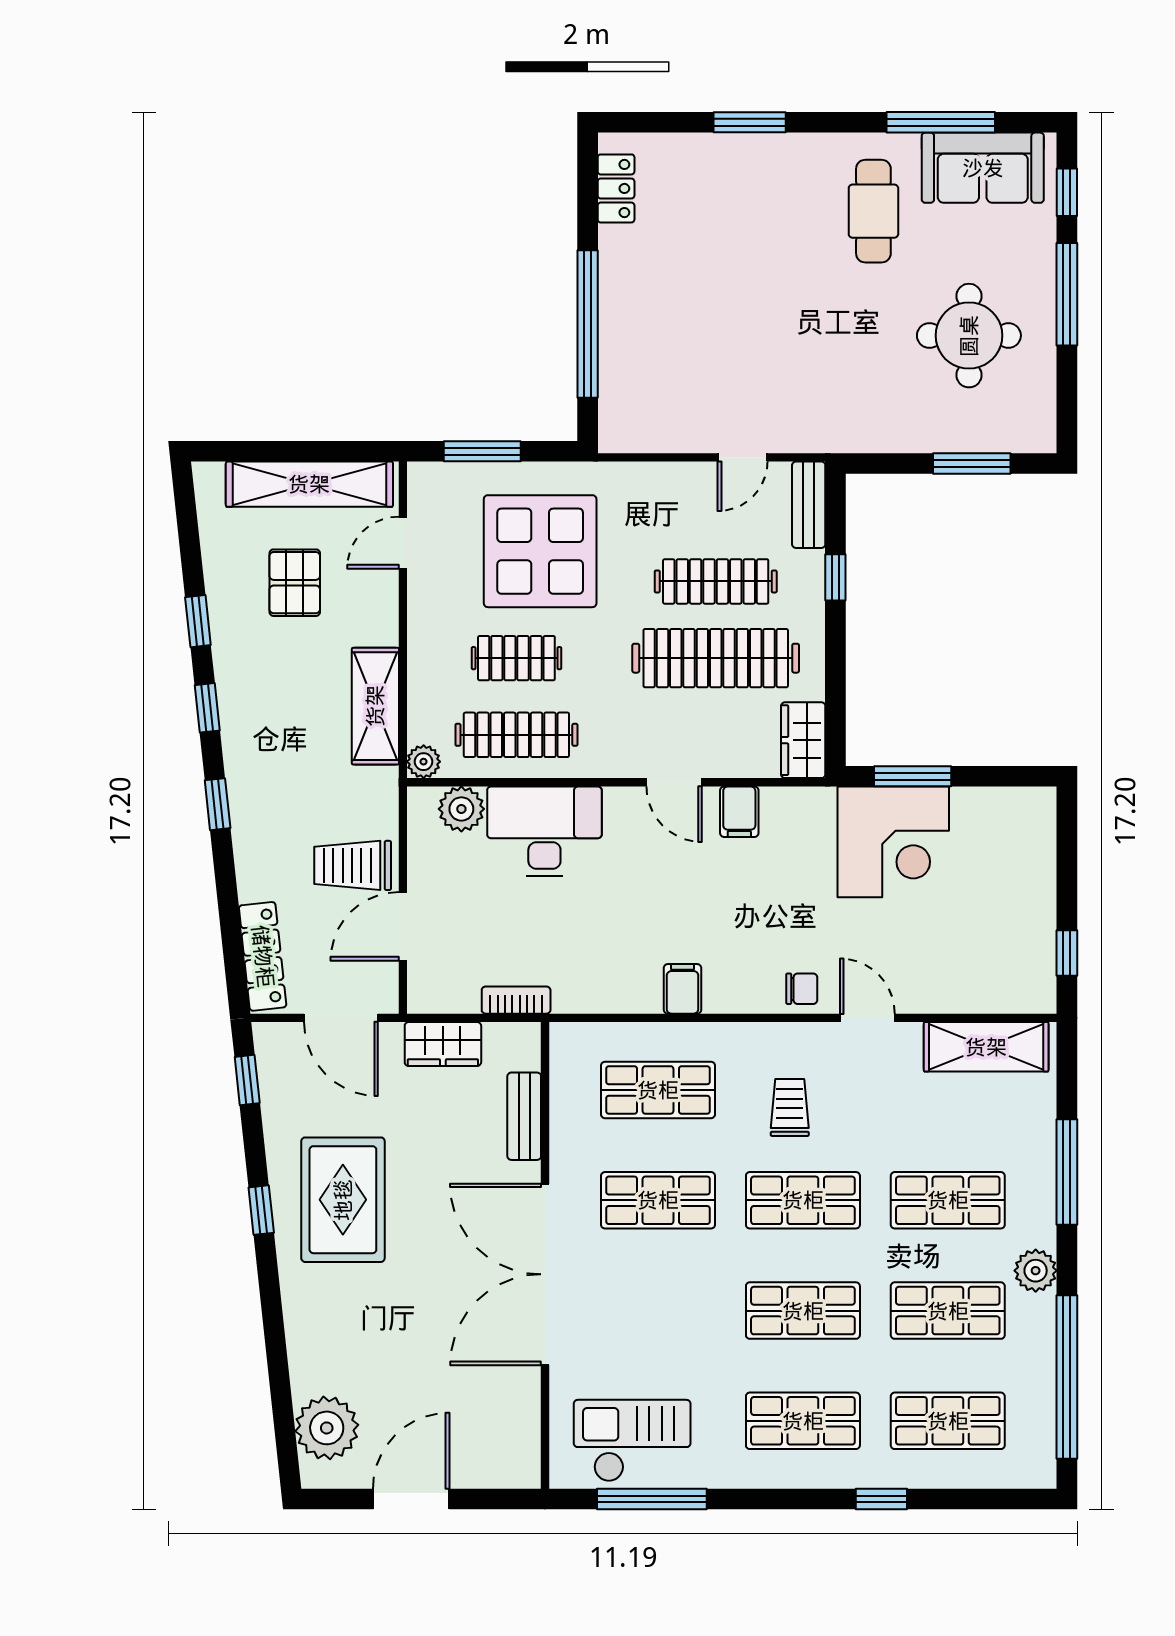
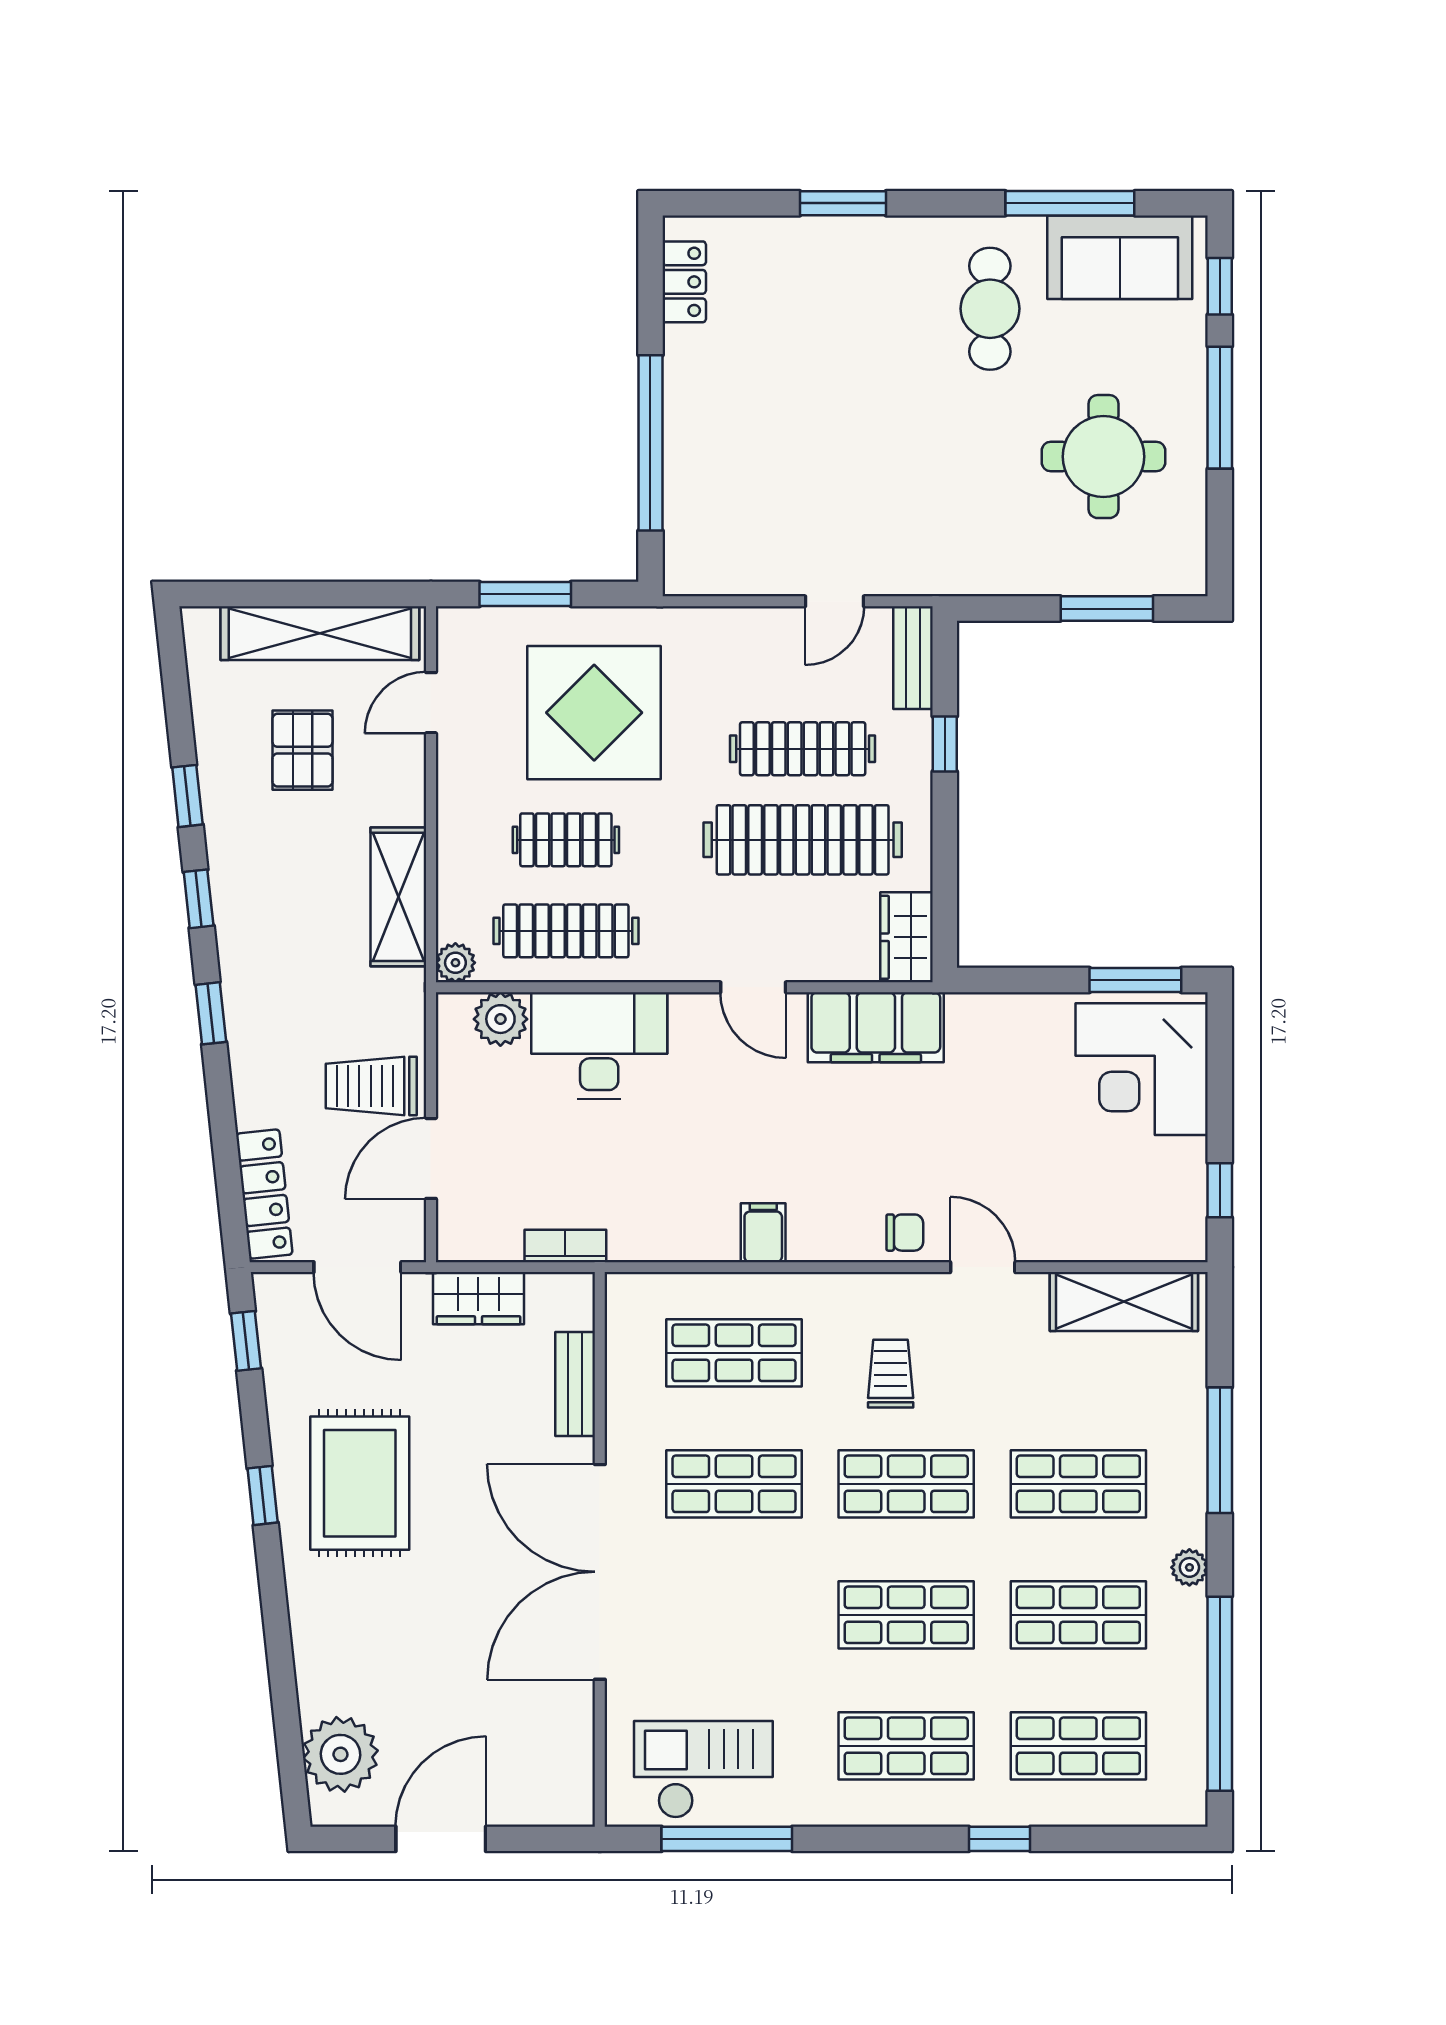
window: (913, 776) -> (1135, 980), moved
filing cabinet: (739, 812) -> (876, 1027), width x3.00, depth x1.17
corner desk: (893, 842) -> (1142, 1069), moved, turned 90
plant: (1036, 1271) -> (1189, 1567), width x0.73, depth x0.73

